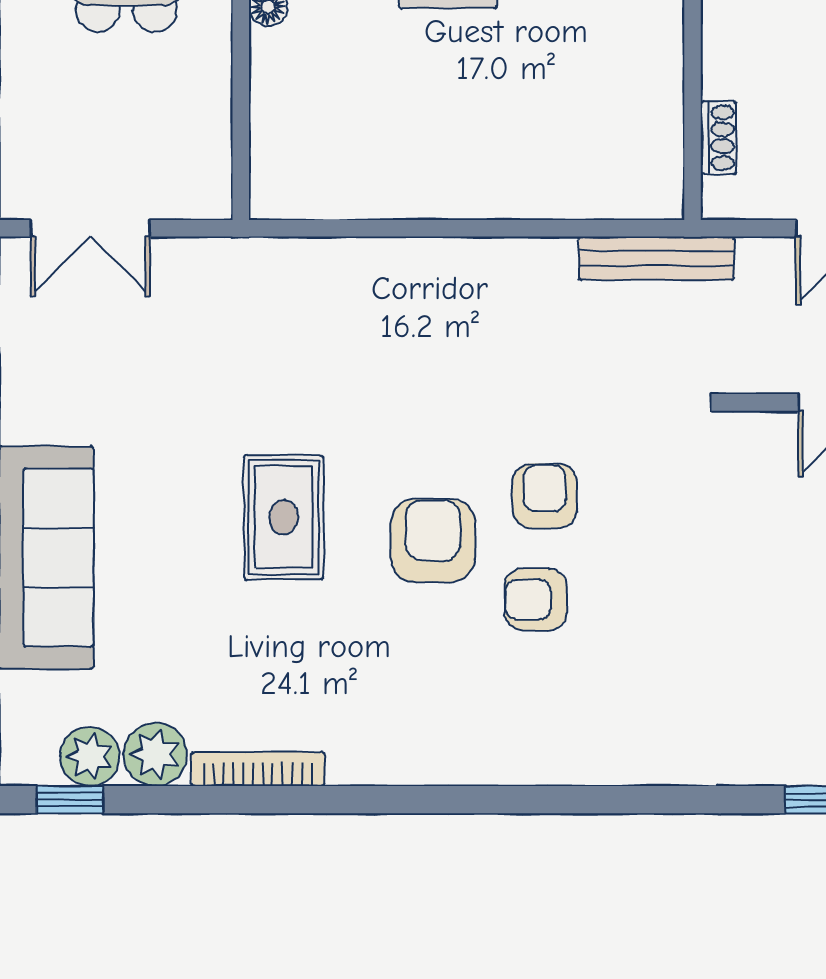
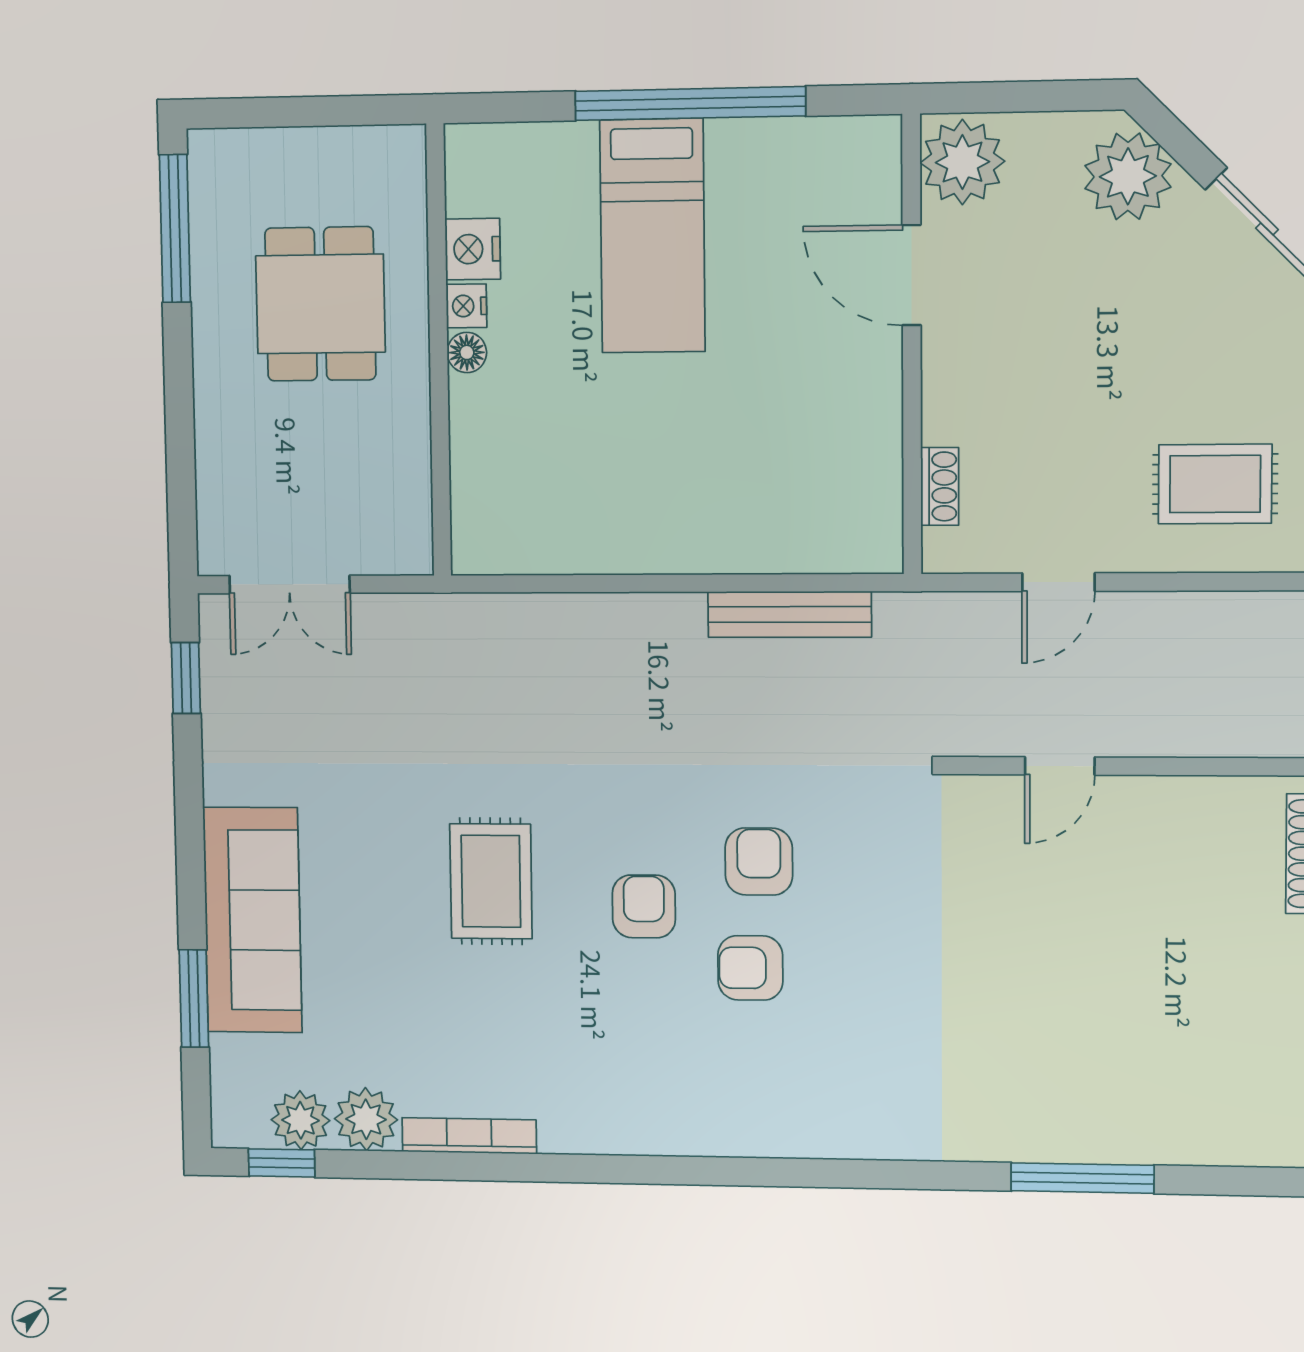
bench: (657, 258) -> (790, 614), moved
armchair: (433, 540) -> (644, 906), width x0.72, depth x0.72

